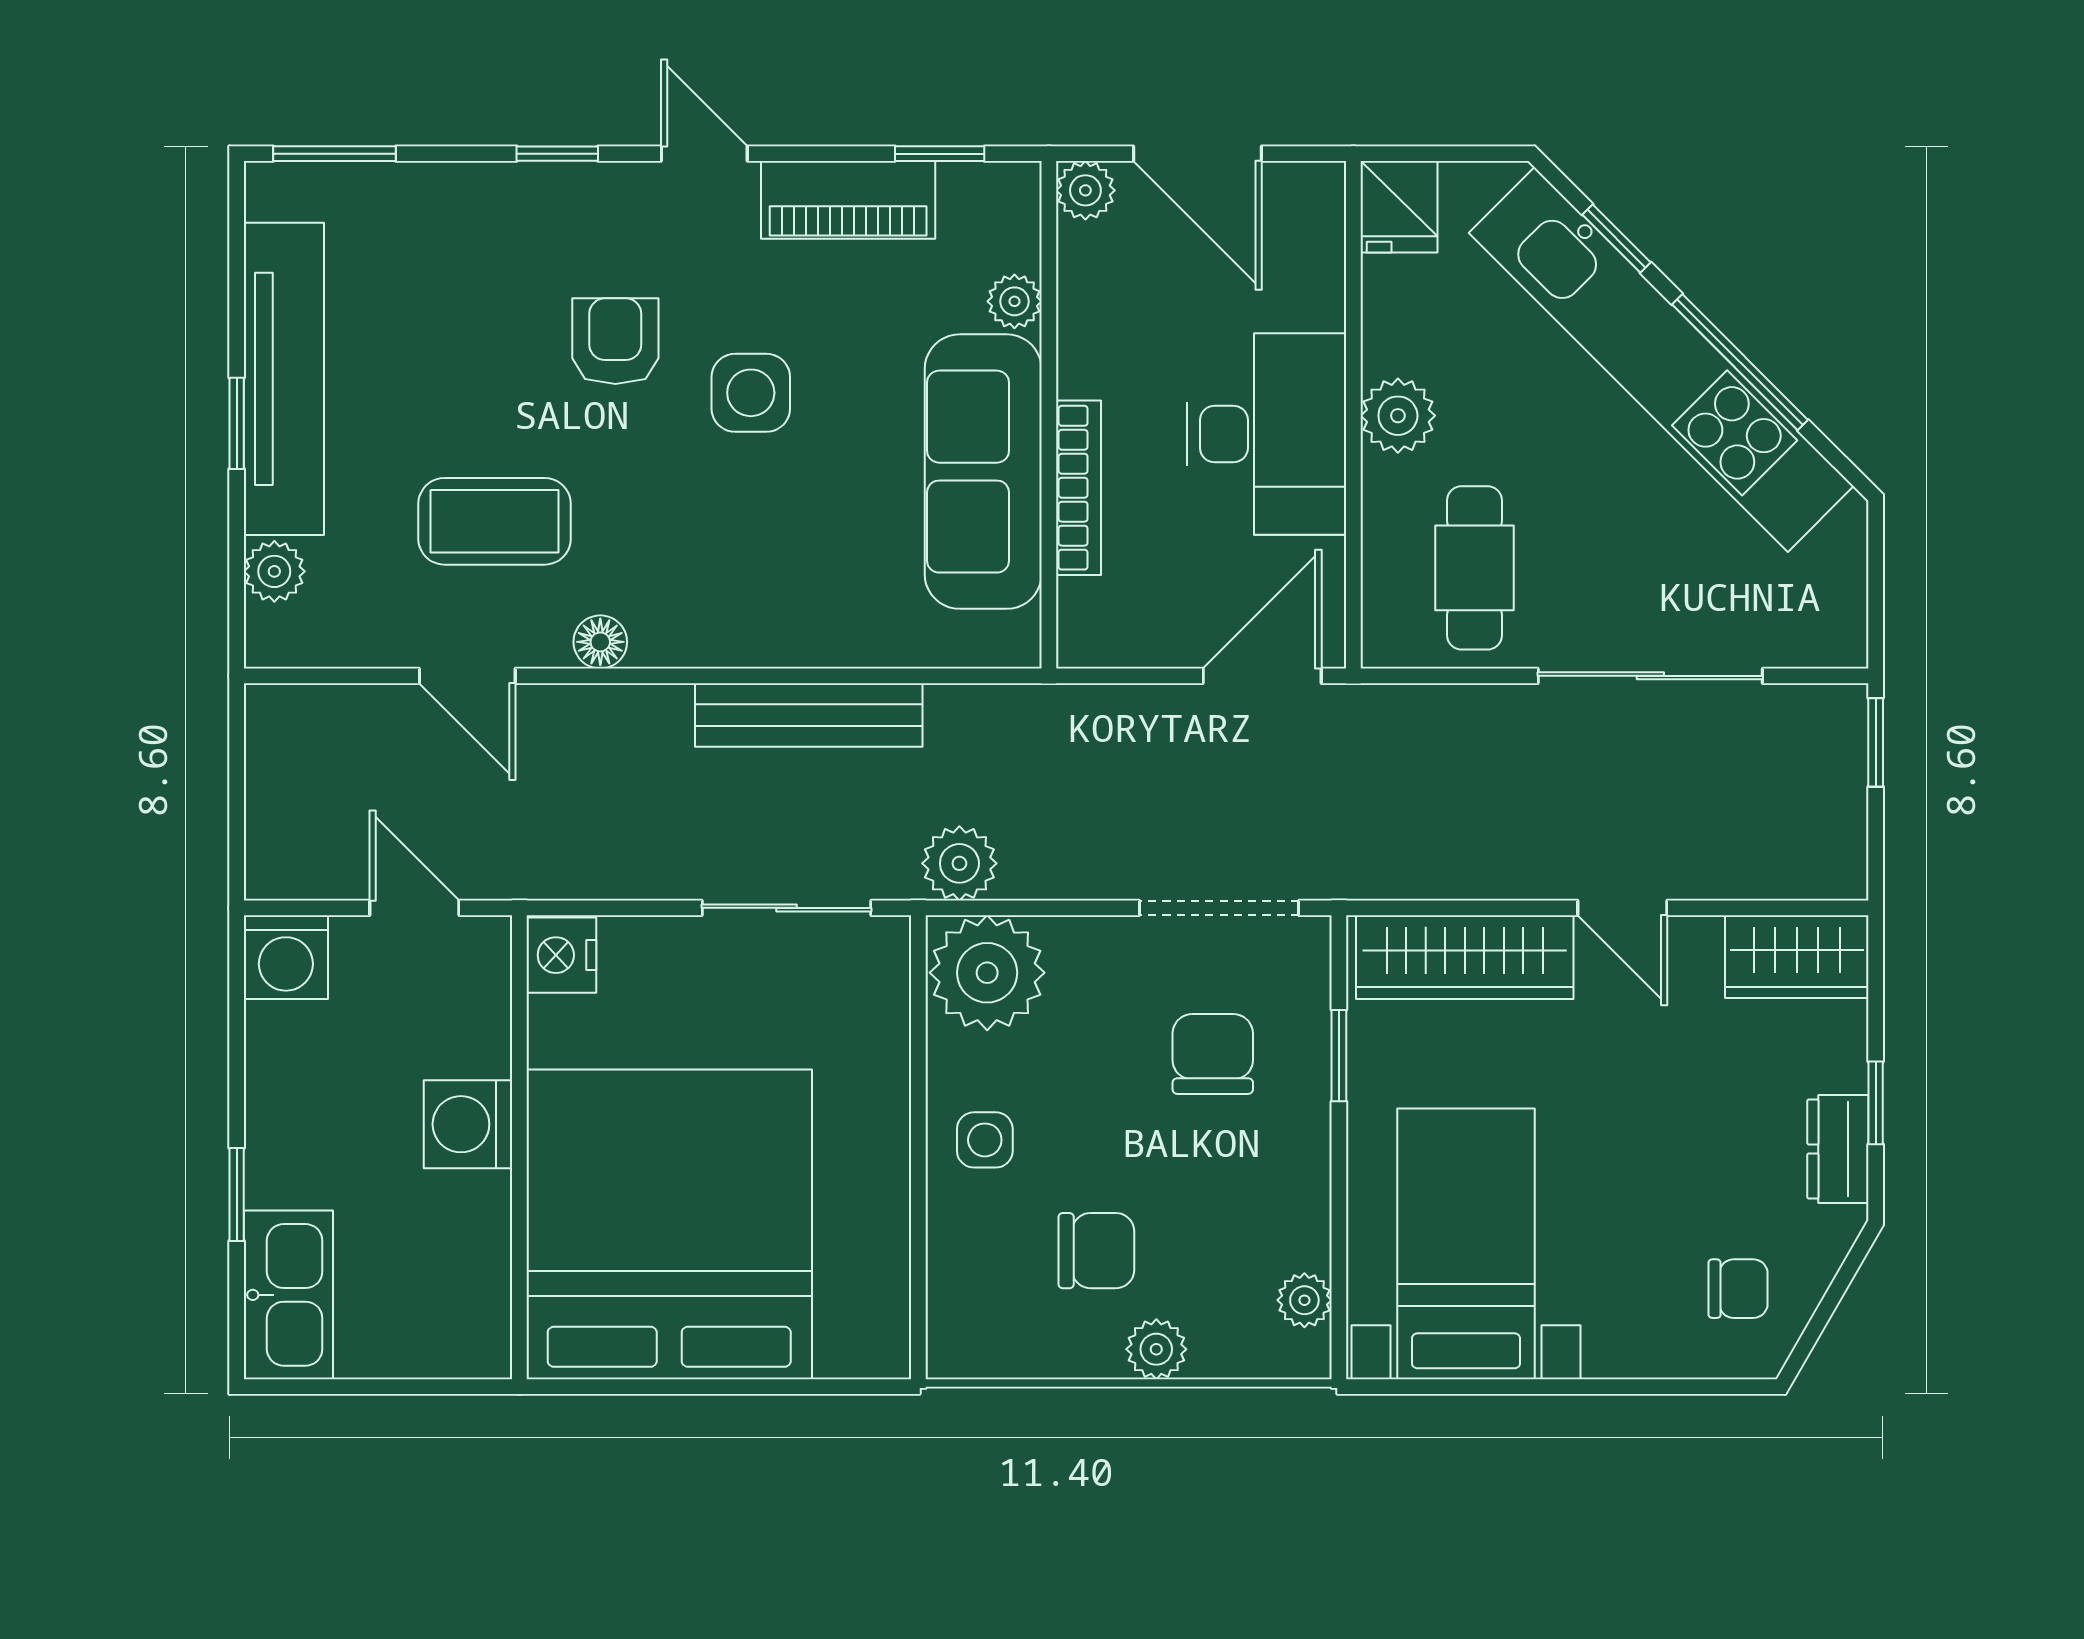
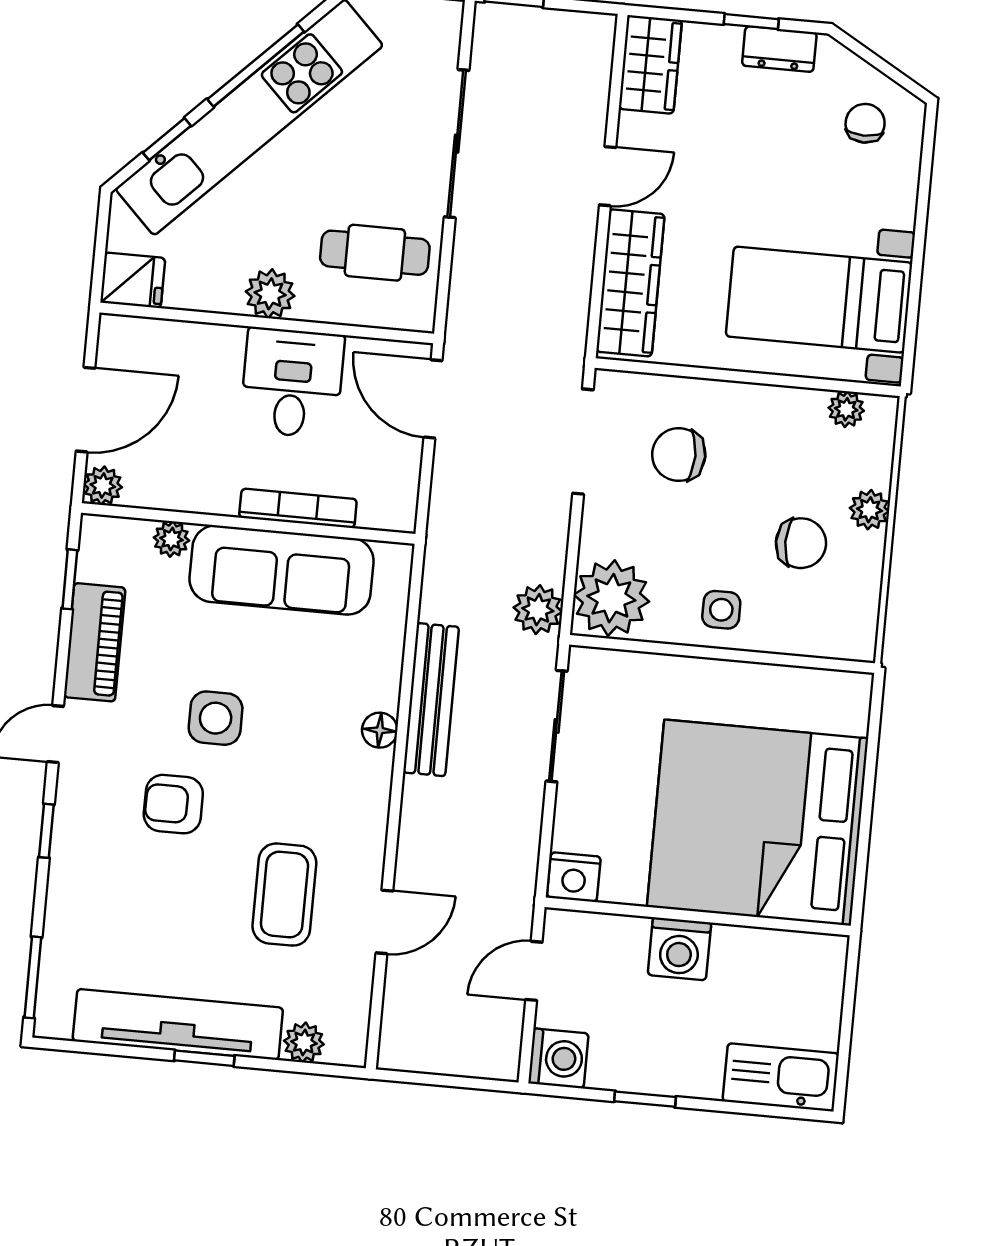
desk: (1267, 434) -> (292, 383), width x0.73
floor lamp: (600, 642) -> (380, 730), moved
window: (1339, 1056) -> (687, 372), removed
window: (237, 1194) -> (645, 1099), moved
chair: (1096, 1251) -> (801, 543), turned 90

